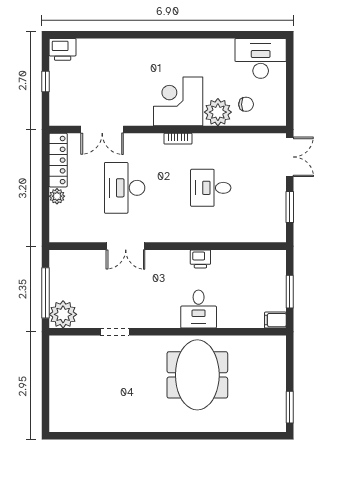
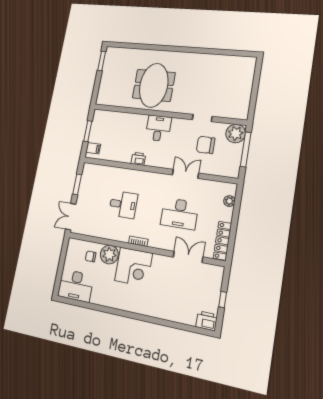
desk: (125, 188) -> (179, 214), turned 90
plant: (57, 196) -> (229, 201), moved
chair: (103, 292) -> (206, 145), added
desk: (199, 309) -> (158, 128), moved
filing cabinet: (275, 320) -> (93, 148), moved

